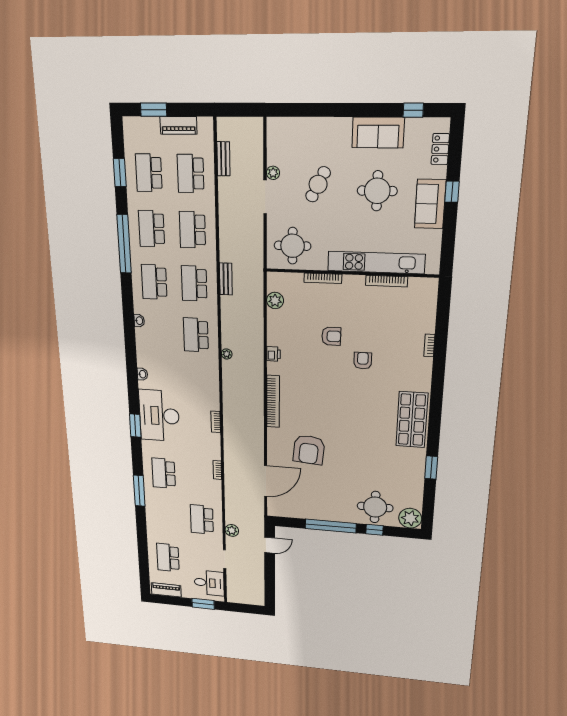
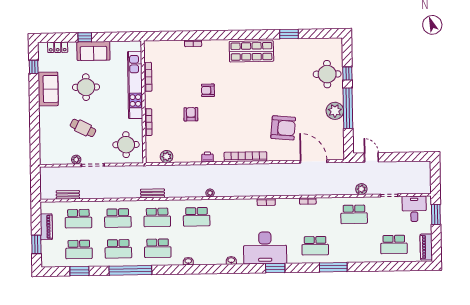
plant: (410, 518) -> (335, 111), moved

